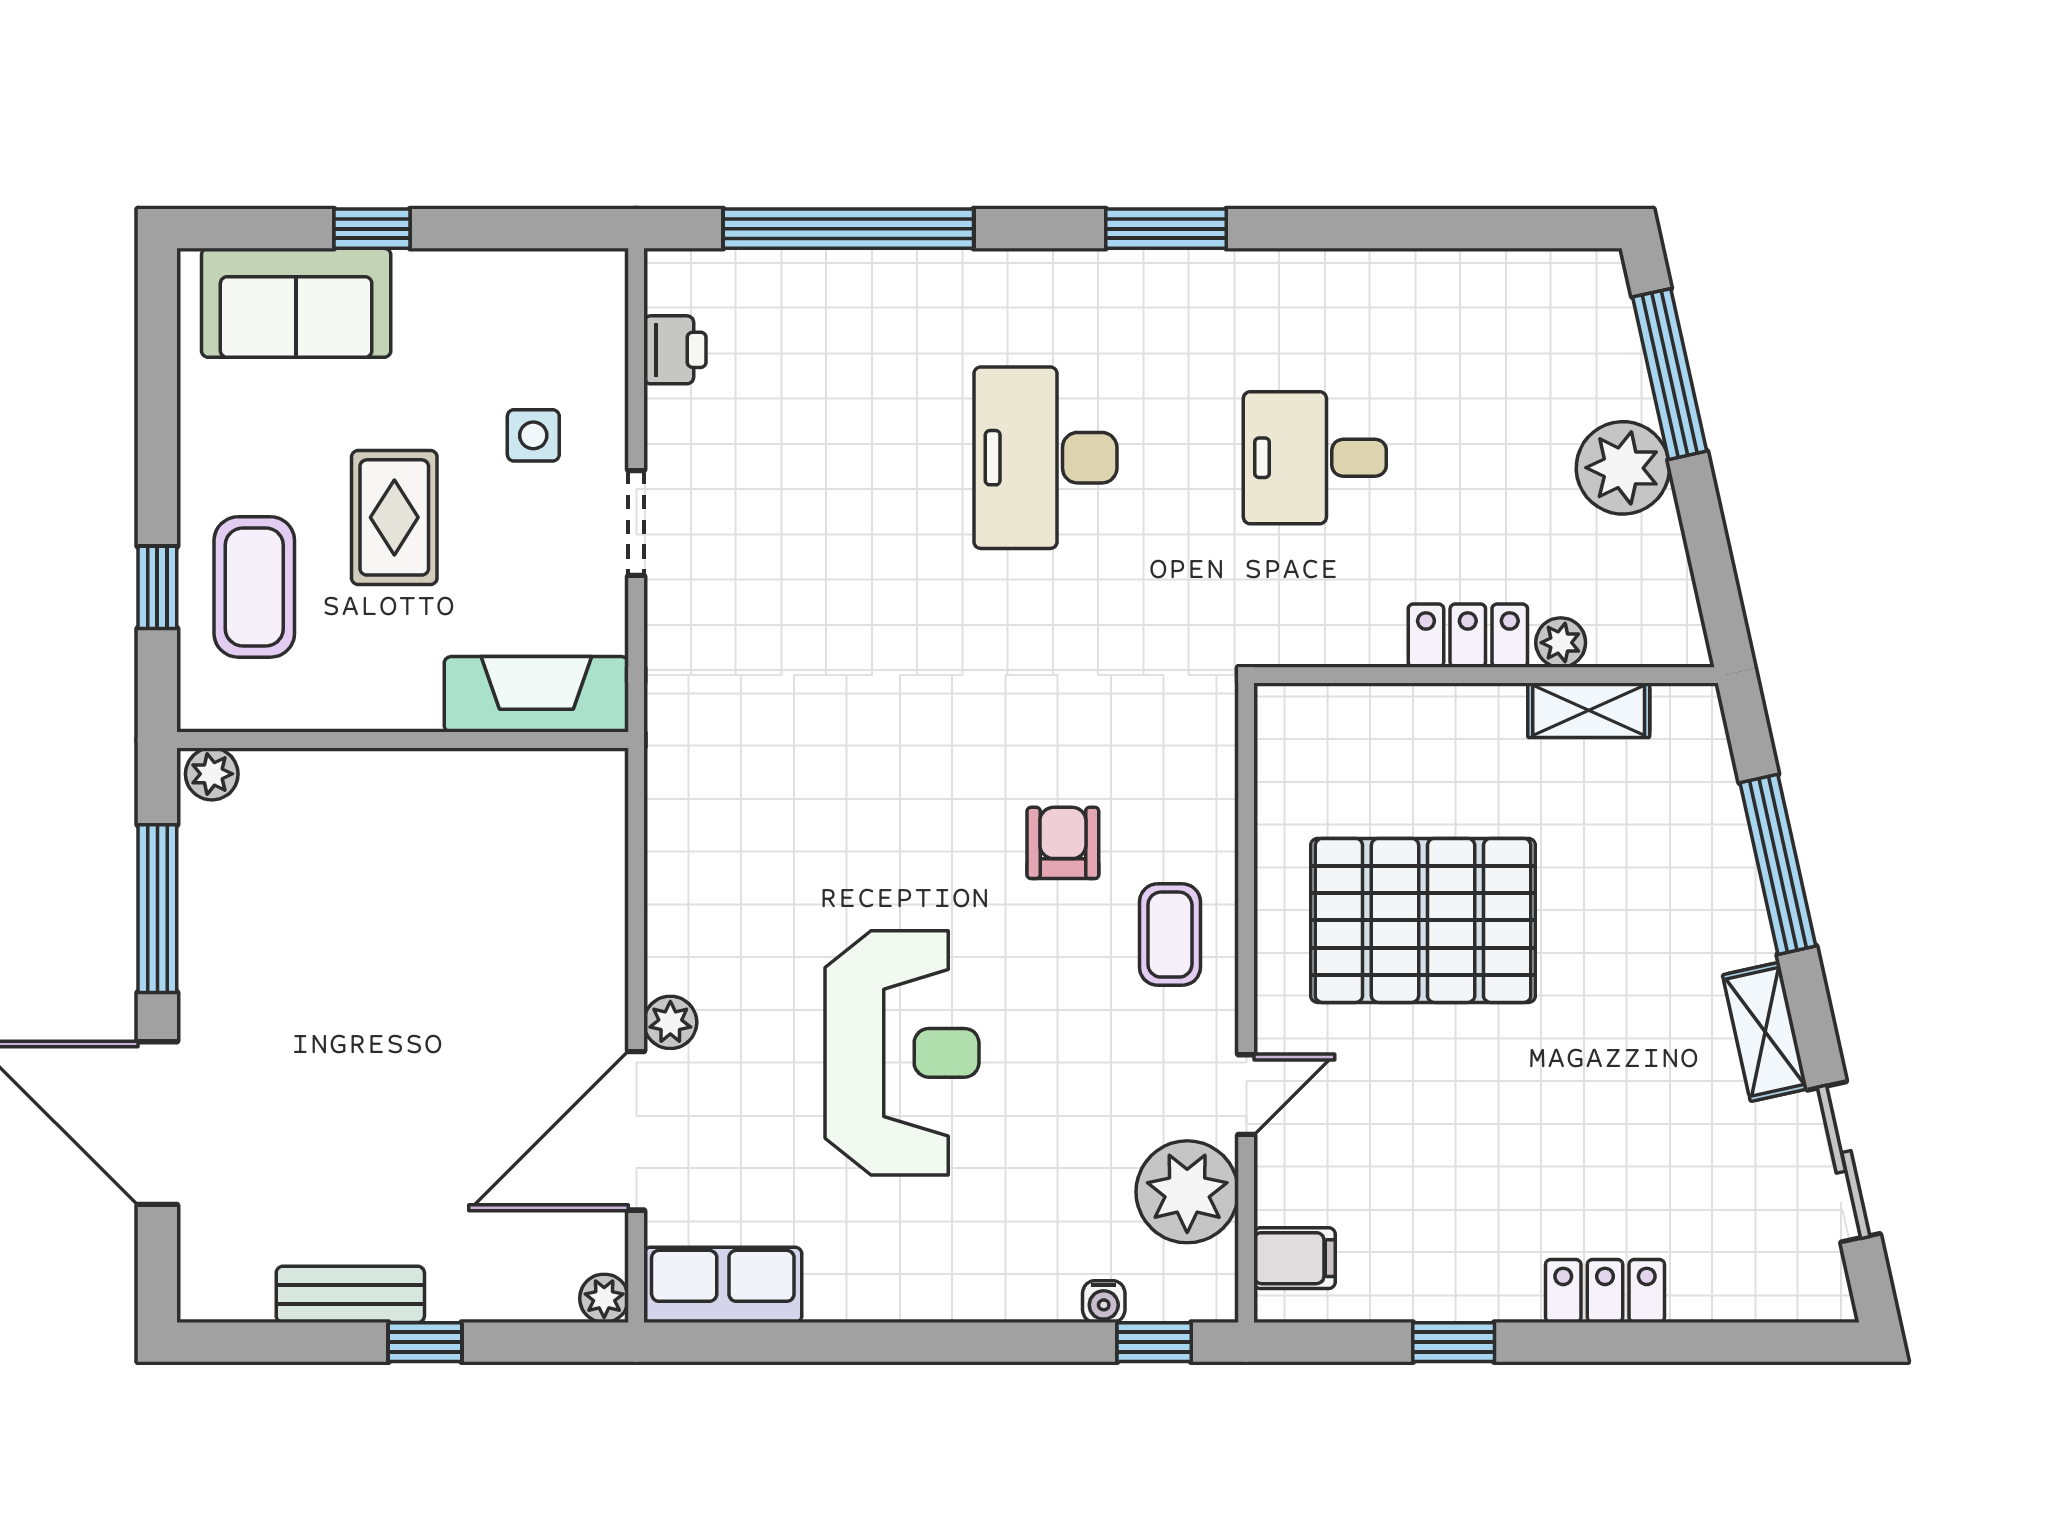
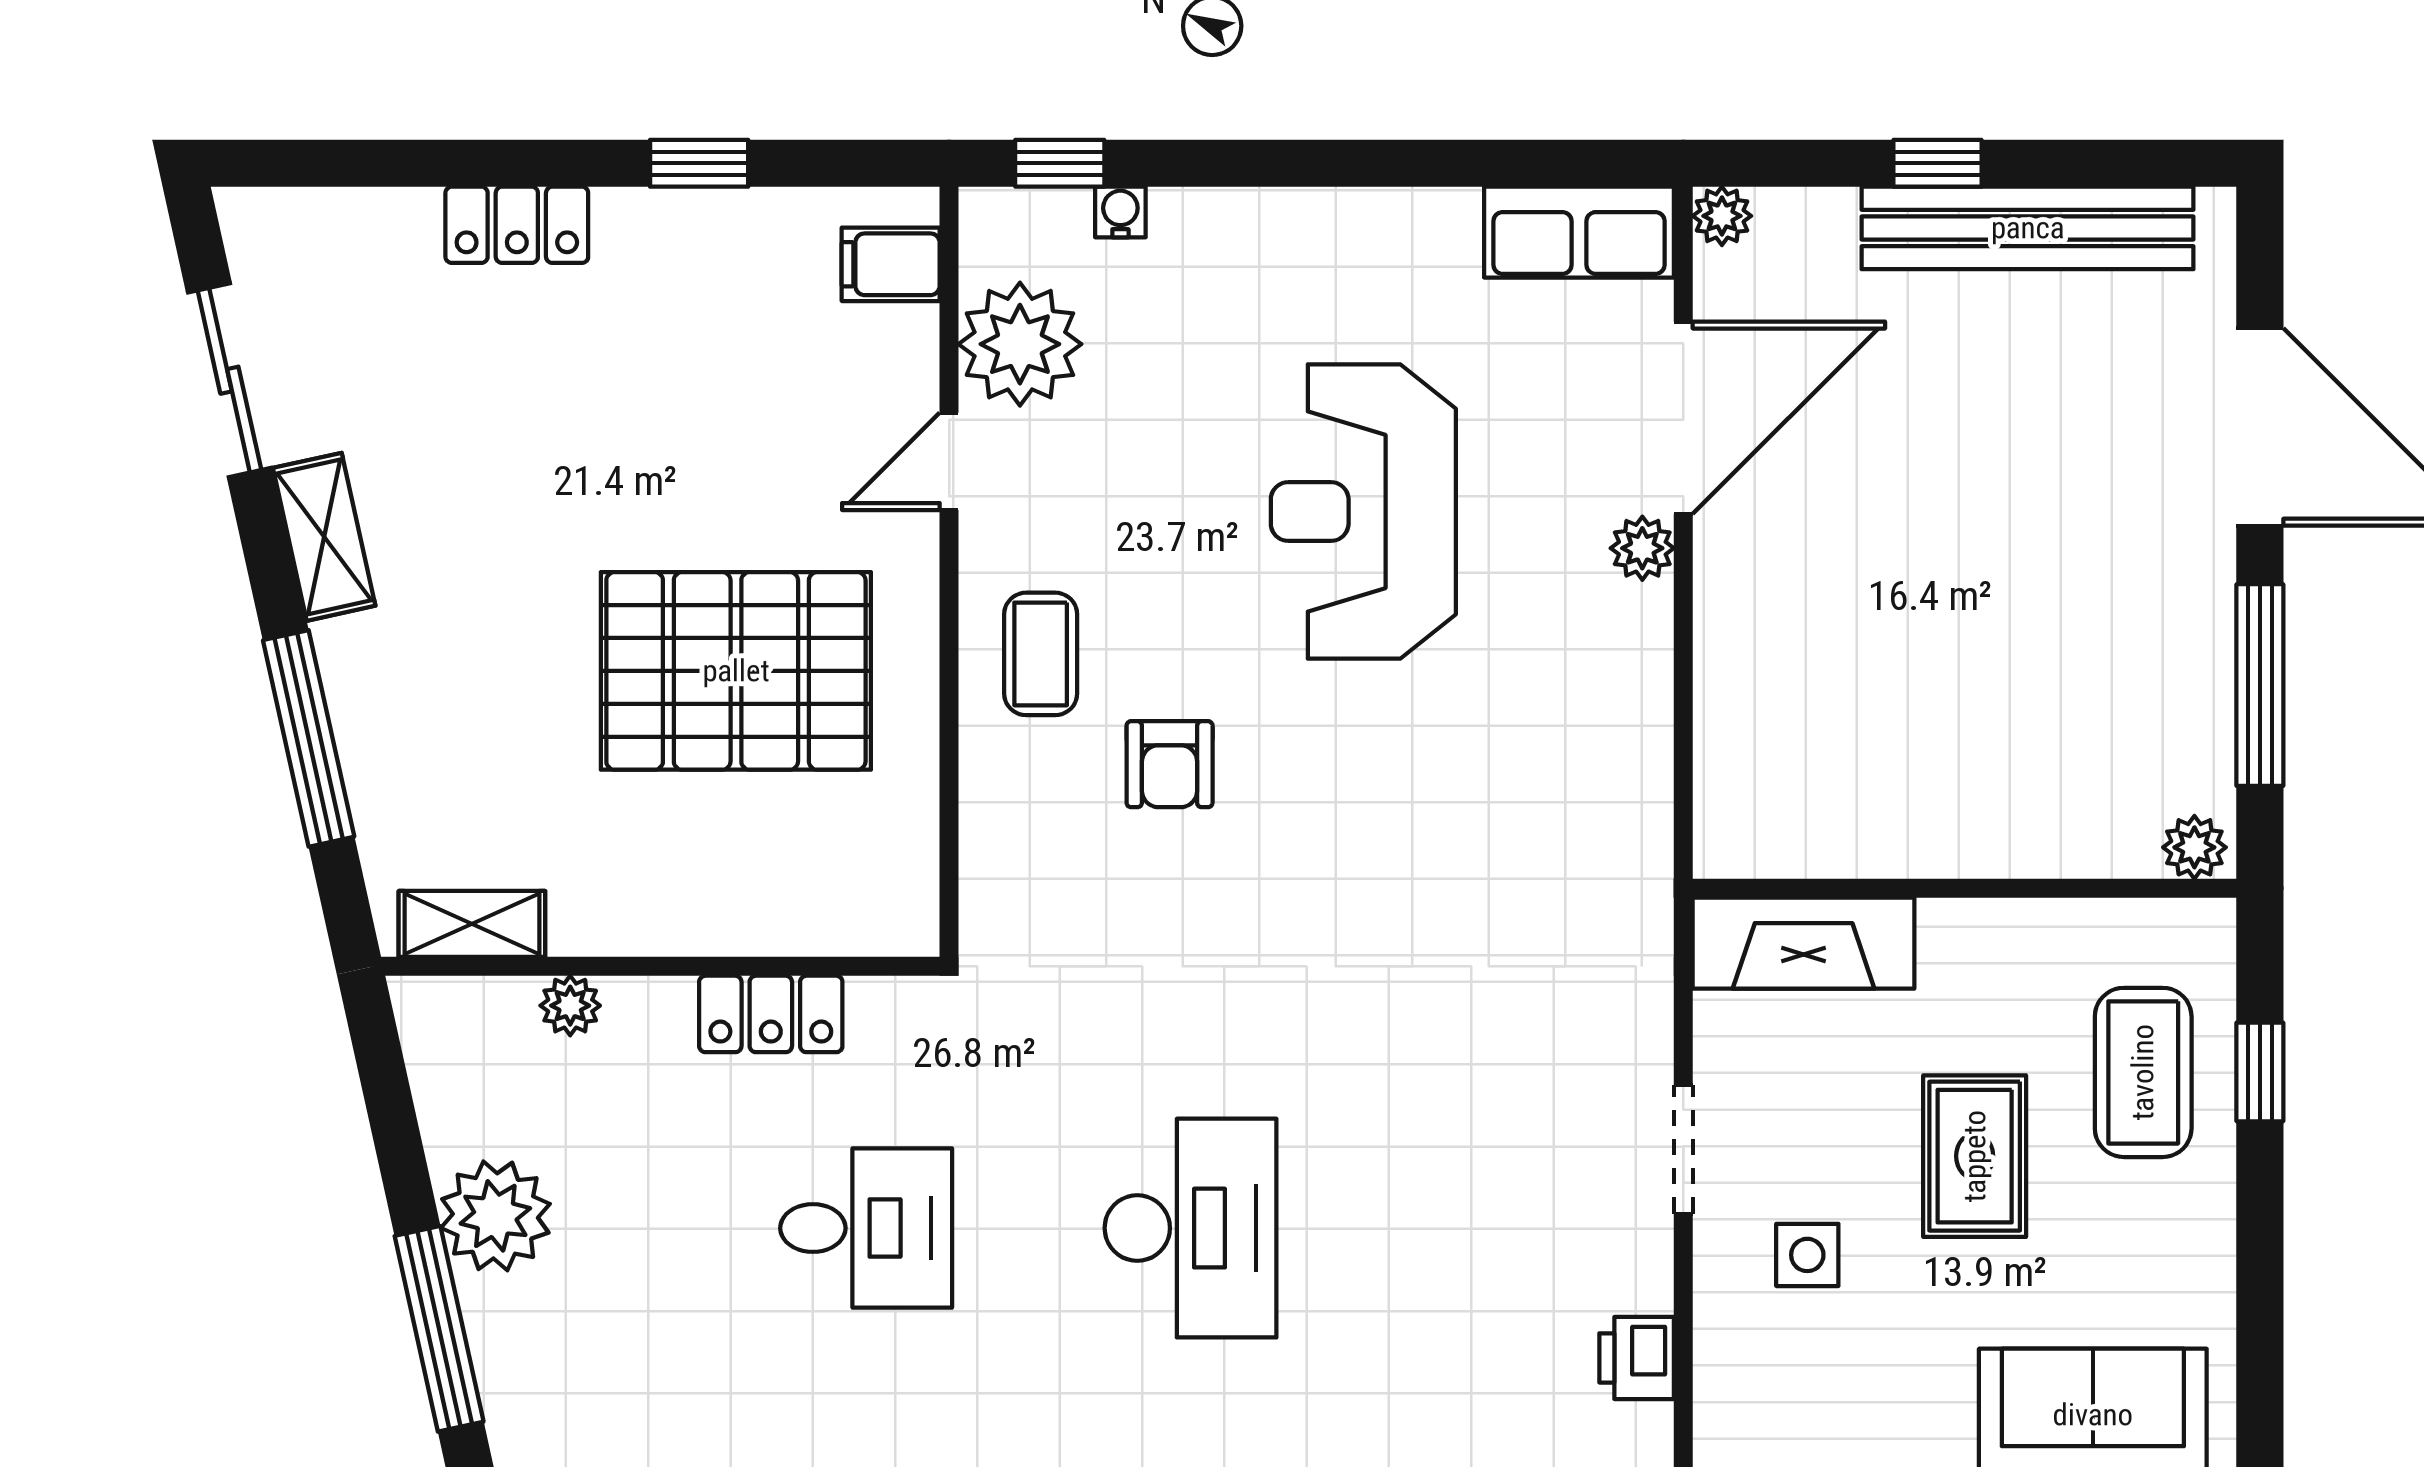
locker: (1468, 636) -> (771, 1014), moved
shelving: (1589, 710) -> (472, 924), moved
bench: (350, 1294) -> (2028, 228), width x1.86, depth x1.21

